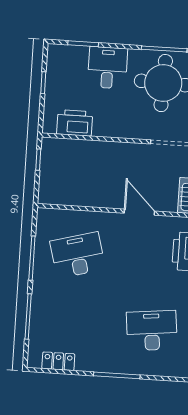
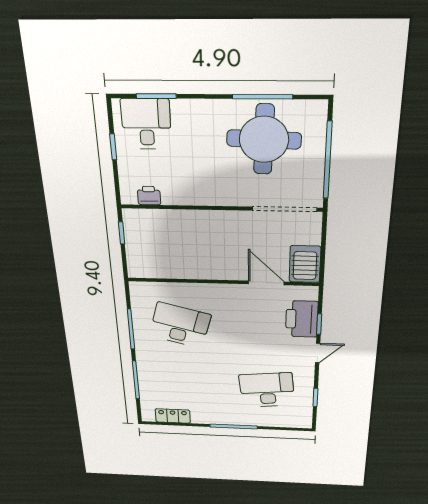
desk: (107, 68) -> (146, 124), moved
printer: (75, 123) -> (149, 196), width x0.53, depth x0.68
door: (139, 212) -> (266, 283), moved
desk: (78, 255) -> (180, 325), turned 30

